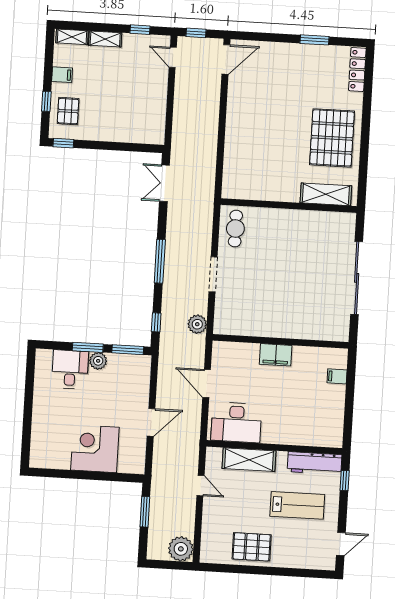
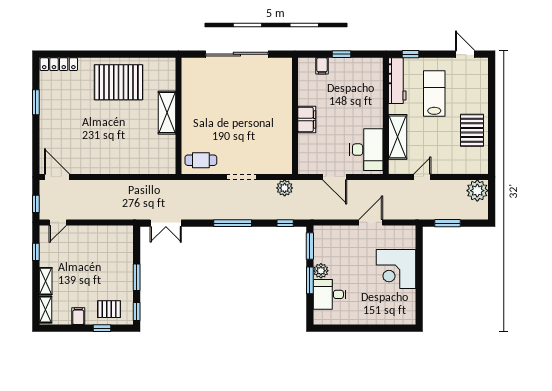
window: (103, 145) -> (137, 277), added
shelving: (326, 194) -> (167, 113), moved
door: (207, 384) -> (335, 177), hinge flipped
window: (349, 400) -> (342, 54), added
door: (151, 422) -> (371, 222), hinge flipped

